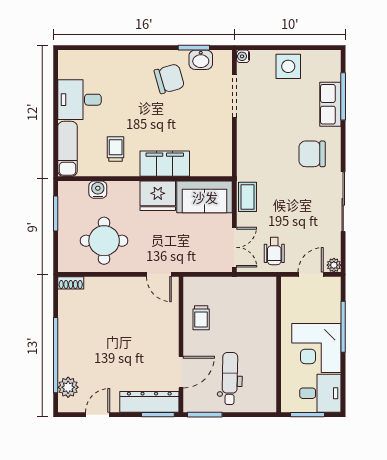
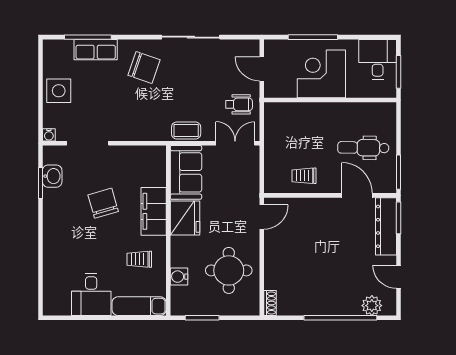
chair: (169, 79) -> (103, 203), moved
chair: (312, 154) -> (144, 67), turned -71
plant: (334, 265) -> (253, 46), removed
trolley: (201, 318) -> (304, 176), turned 180
corner desk: (316, 348) -> (321, 74), moved, turned 180

